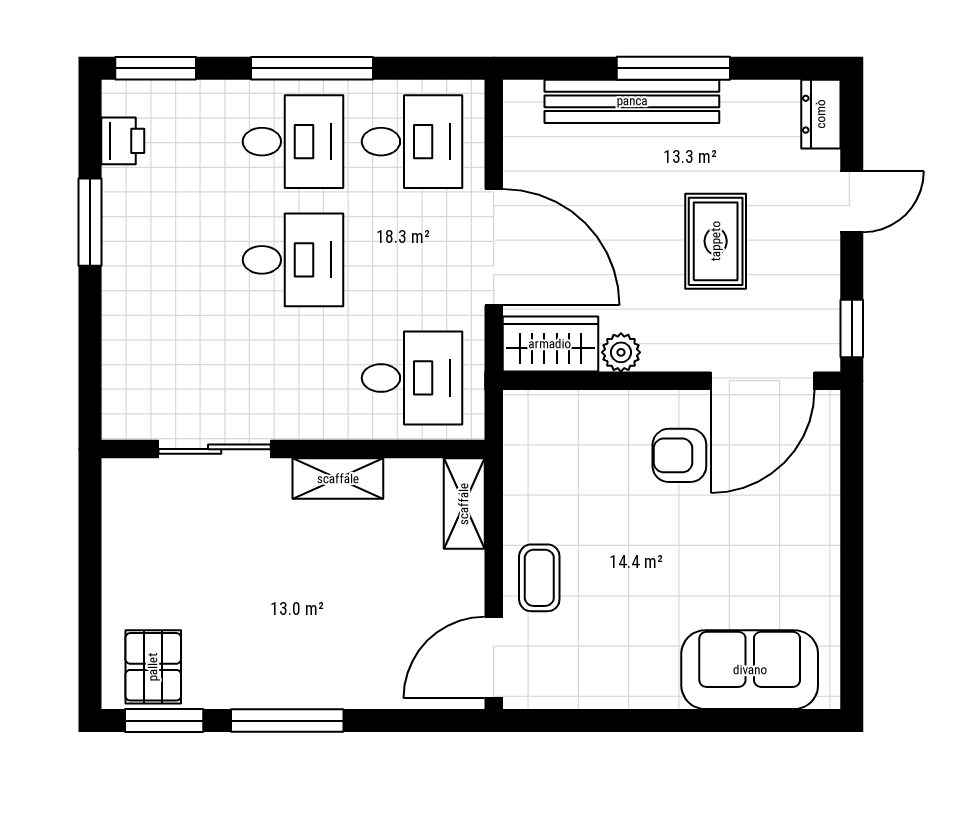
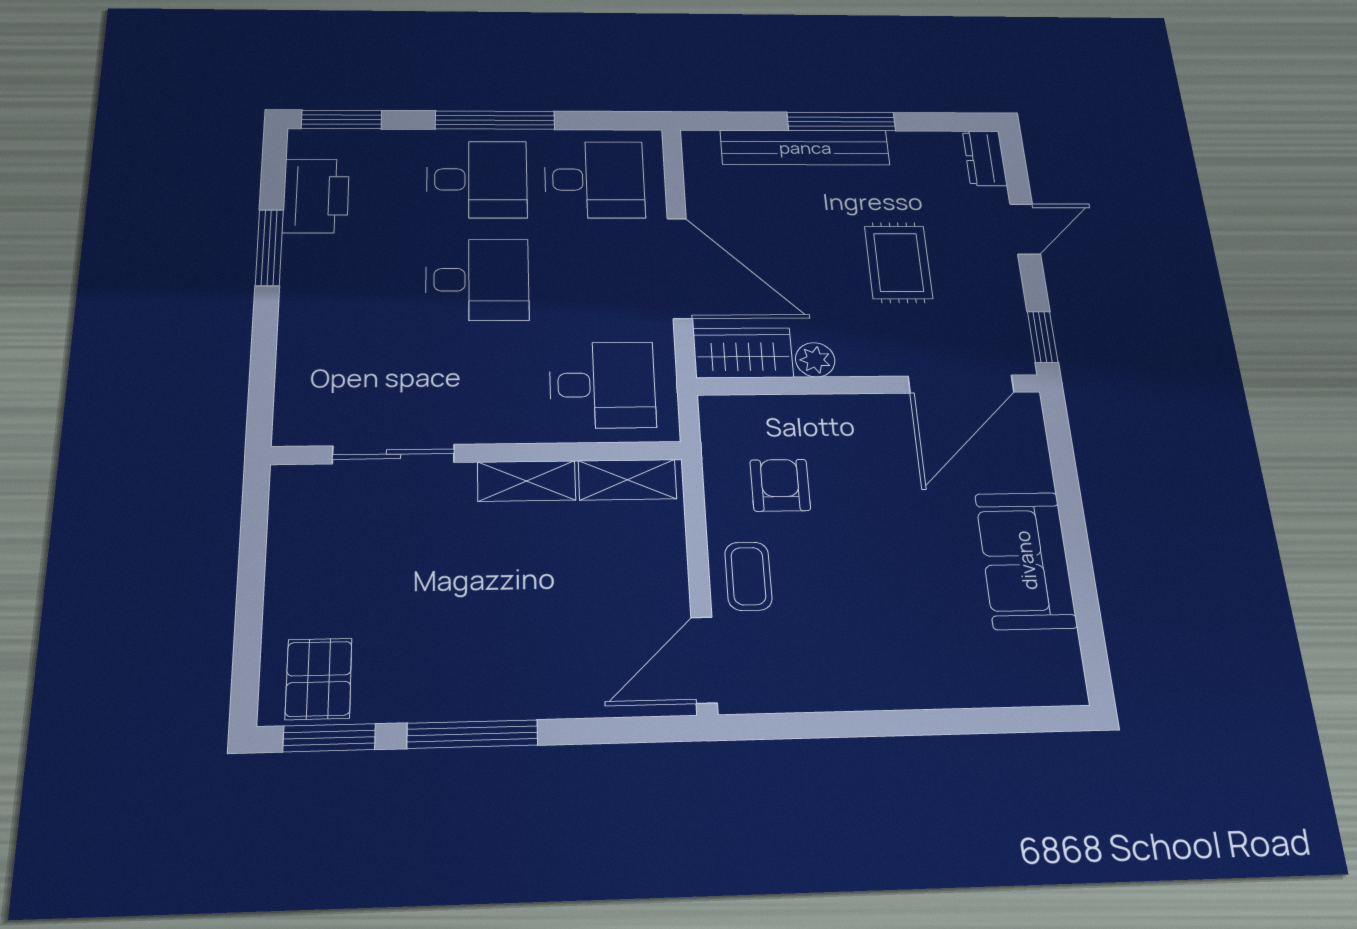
printer: (123, 141) -> (316, 196), width x1.87, depth x1.48
armchair: (679, 455) -> (780, 485), moved, turned 90
shelving: (464, 504) -> (627, 480), moved, turned 90
sofa: (750, 670) -> (1026, 560), moved, turned -90

